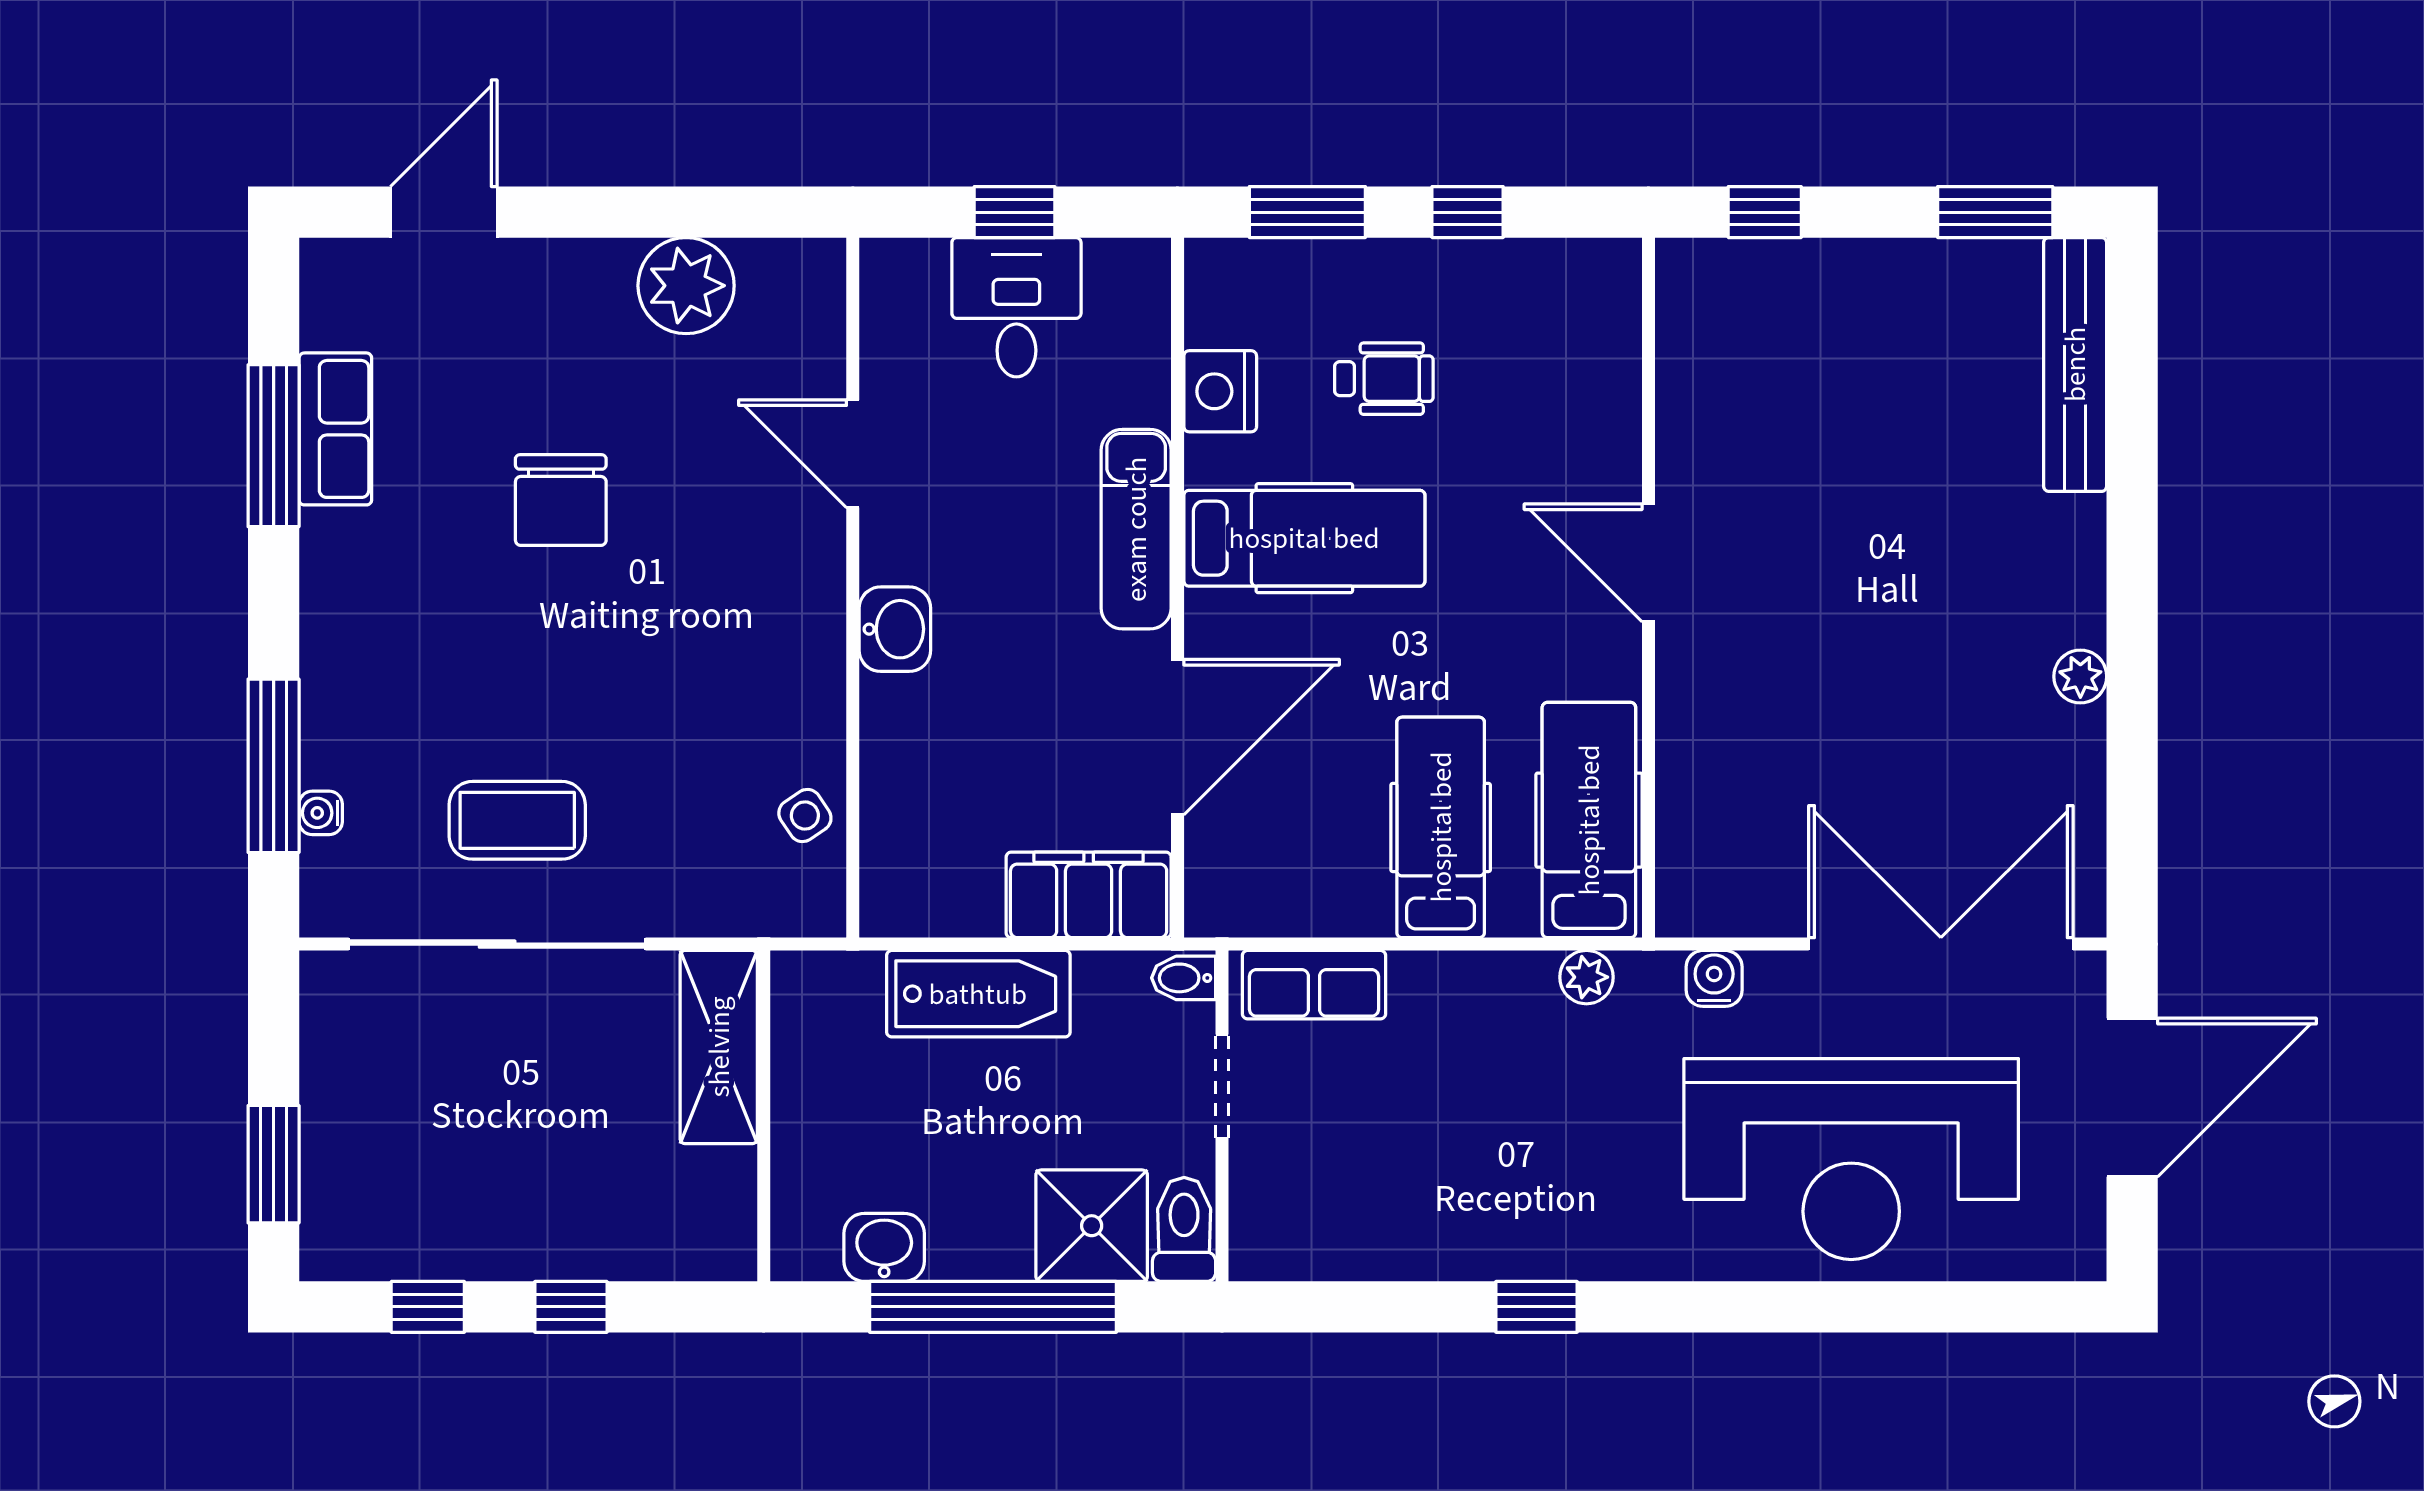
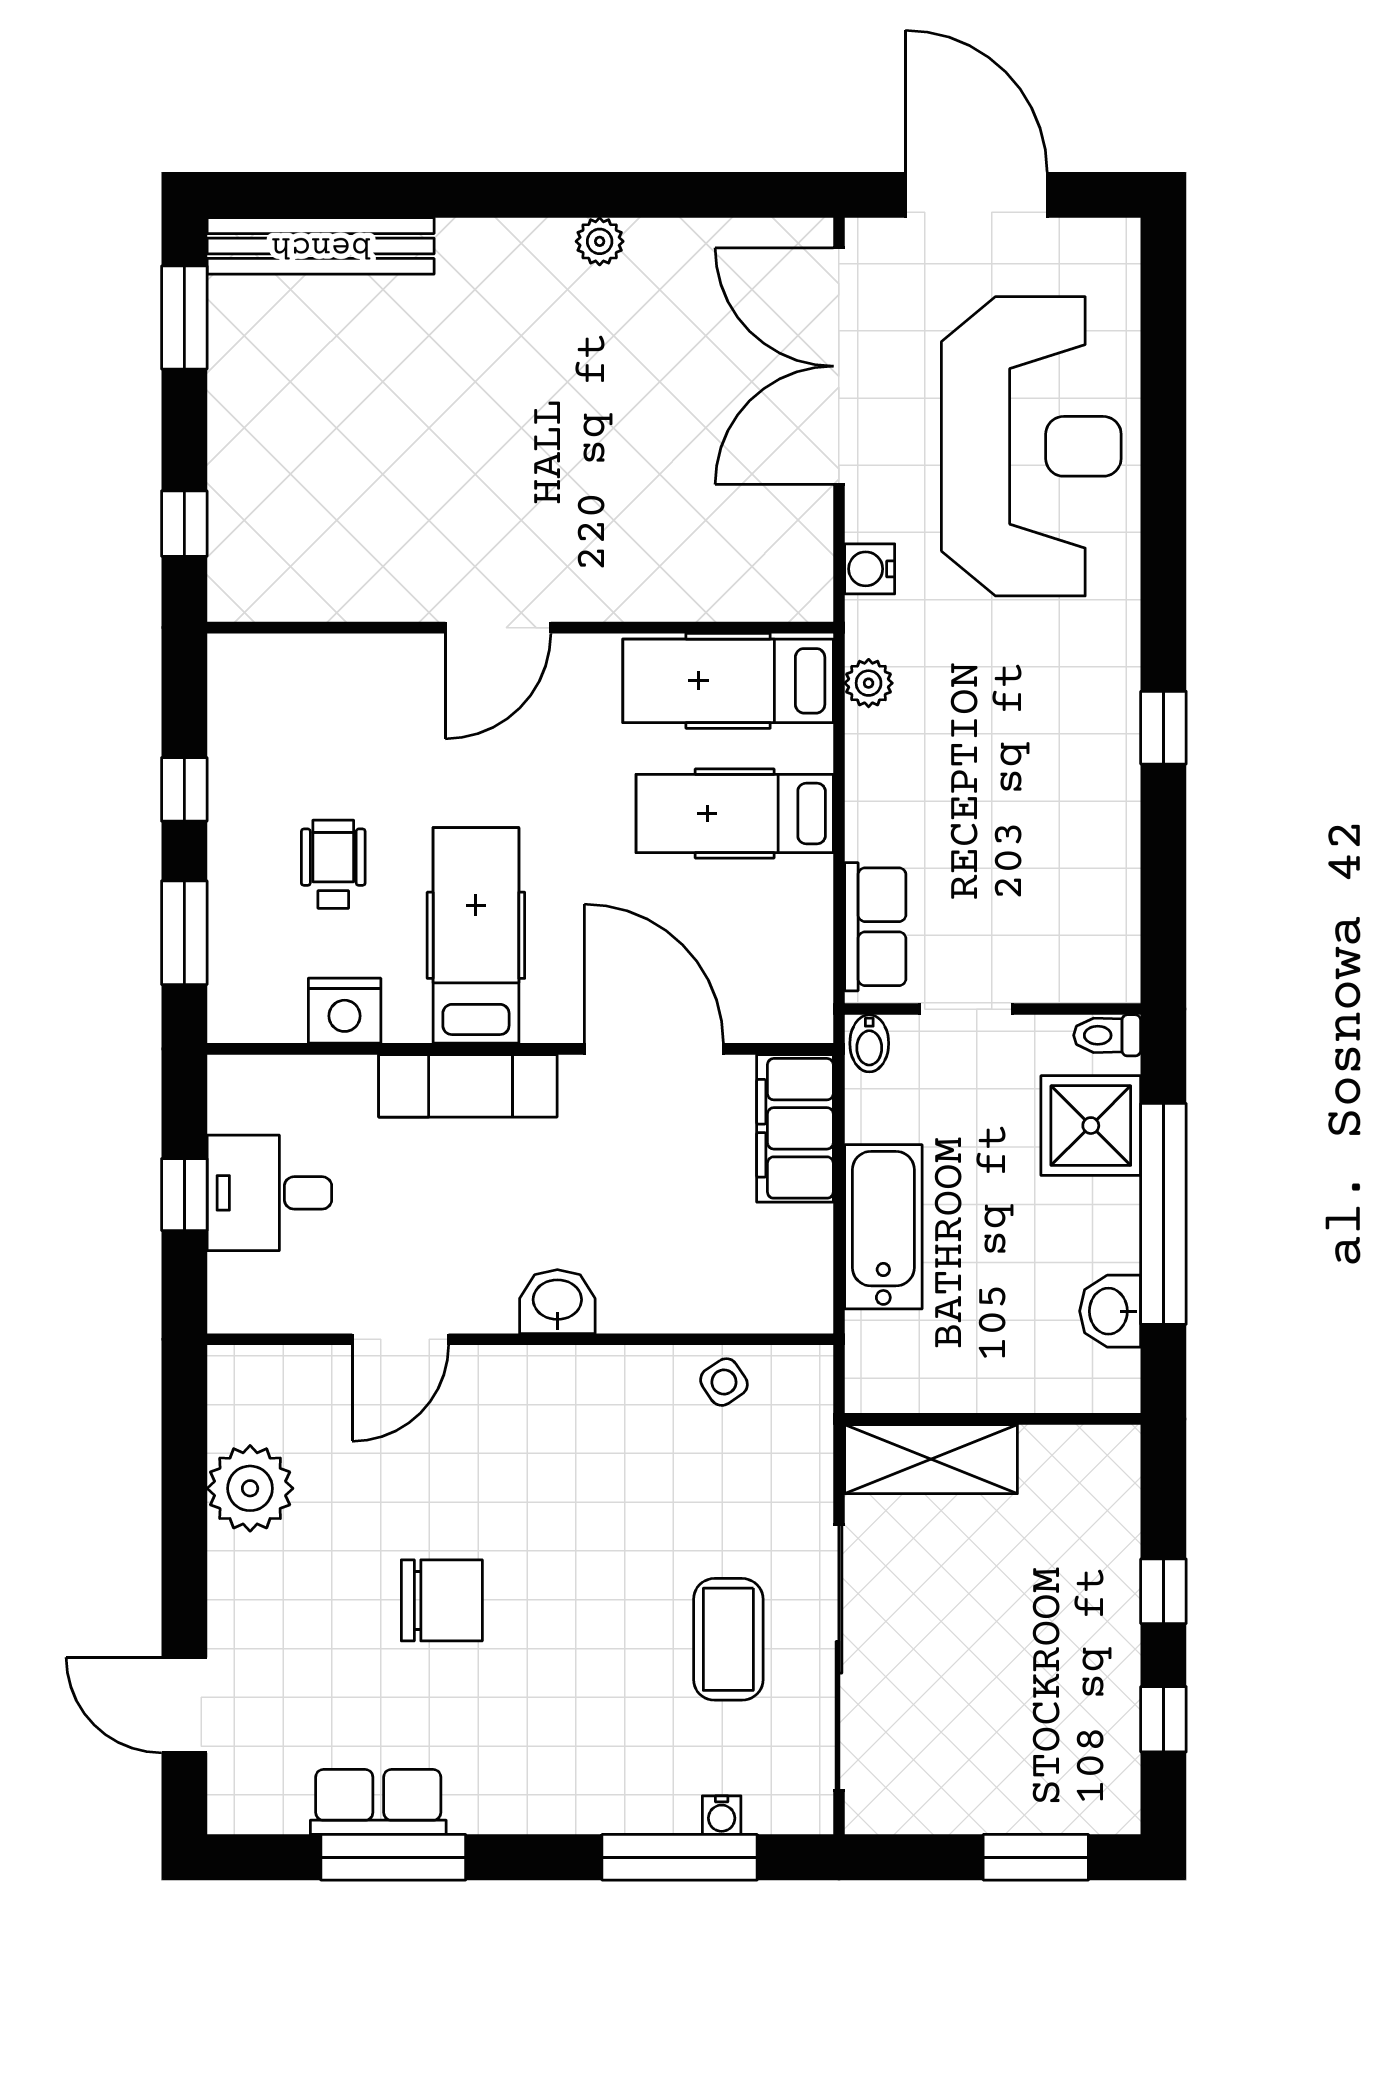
toilet: (1184, 1229) -> (1107, 1035), width x0.73, depth x0.72

